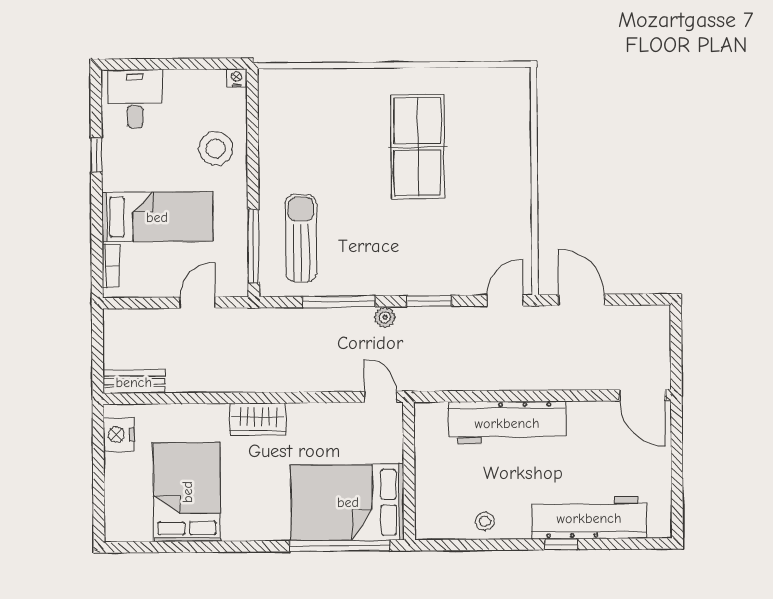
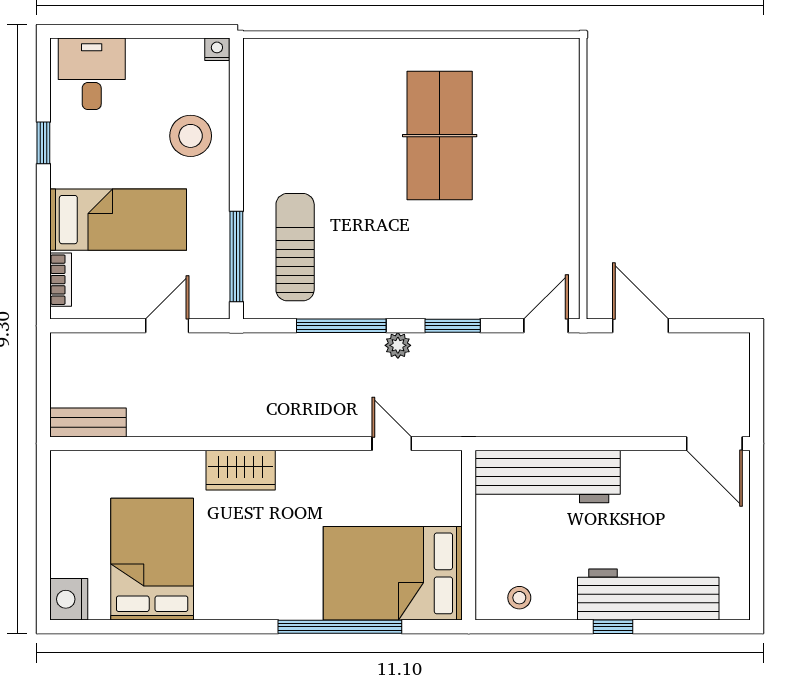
nightstand: (119, 435) -> (69, 599), moved
wall: (409, 471) -> (469, 535), moved
bed: (348, 502) -> (393, 573), moved

